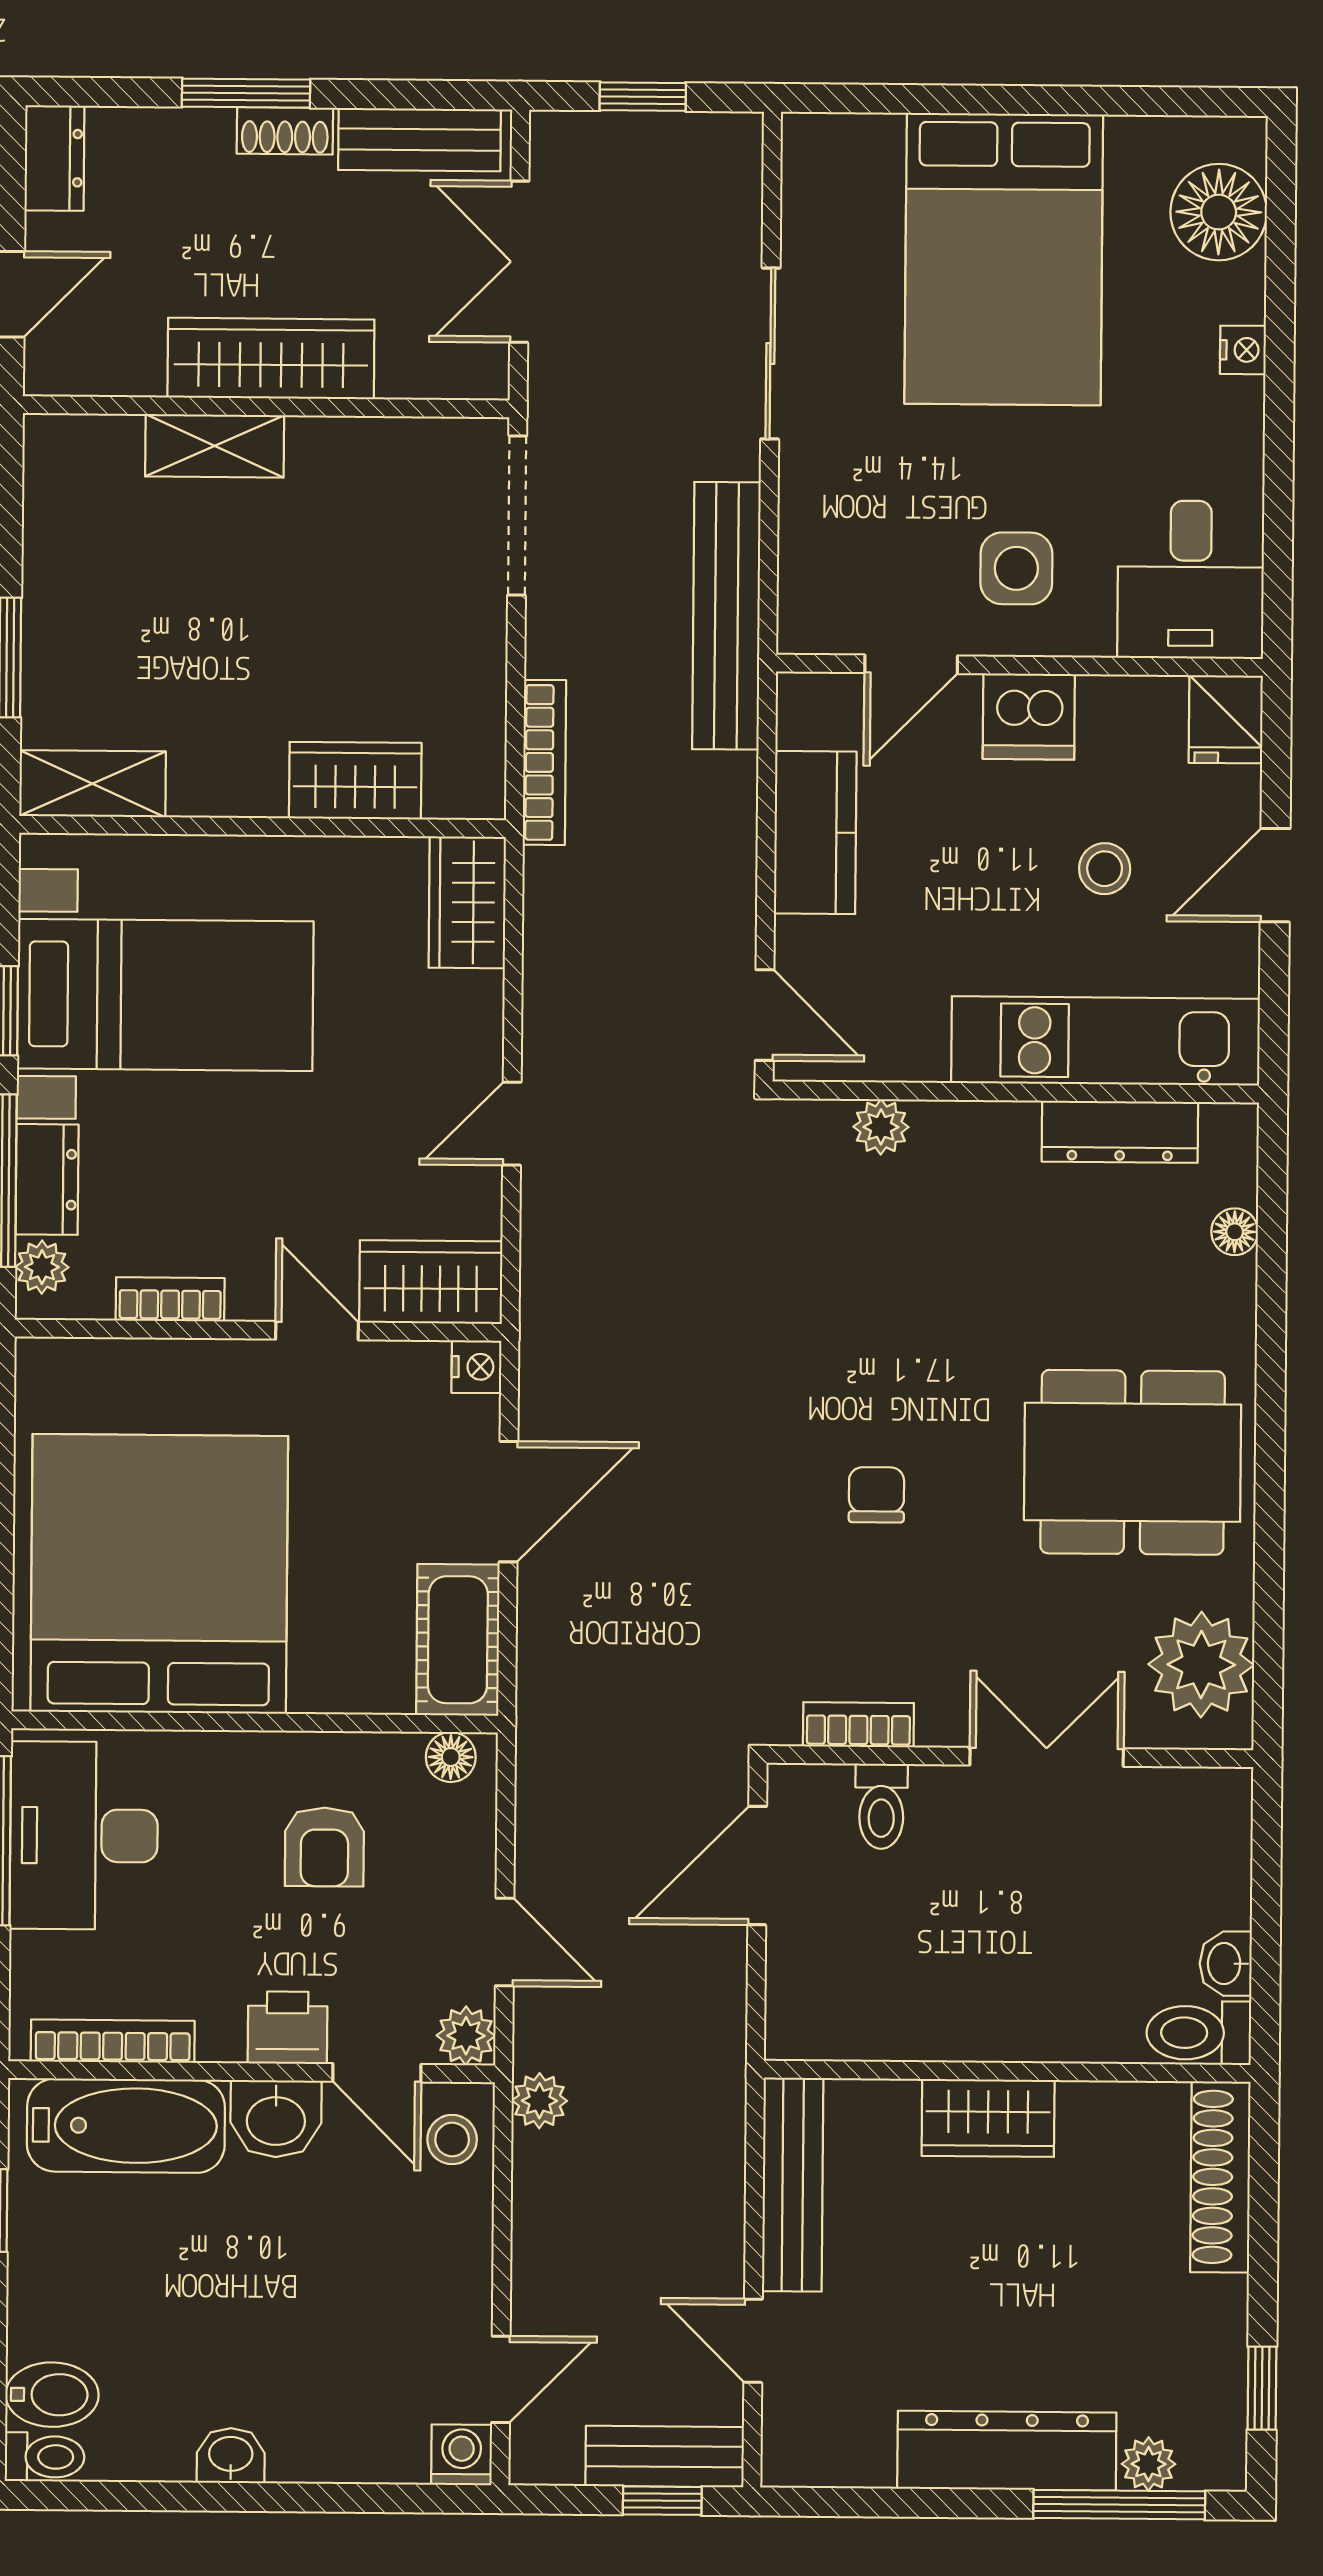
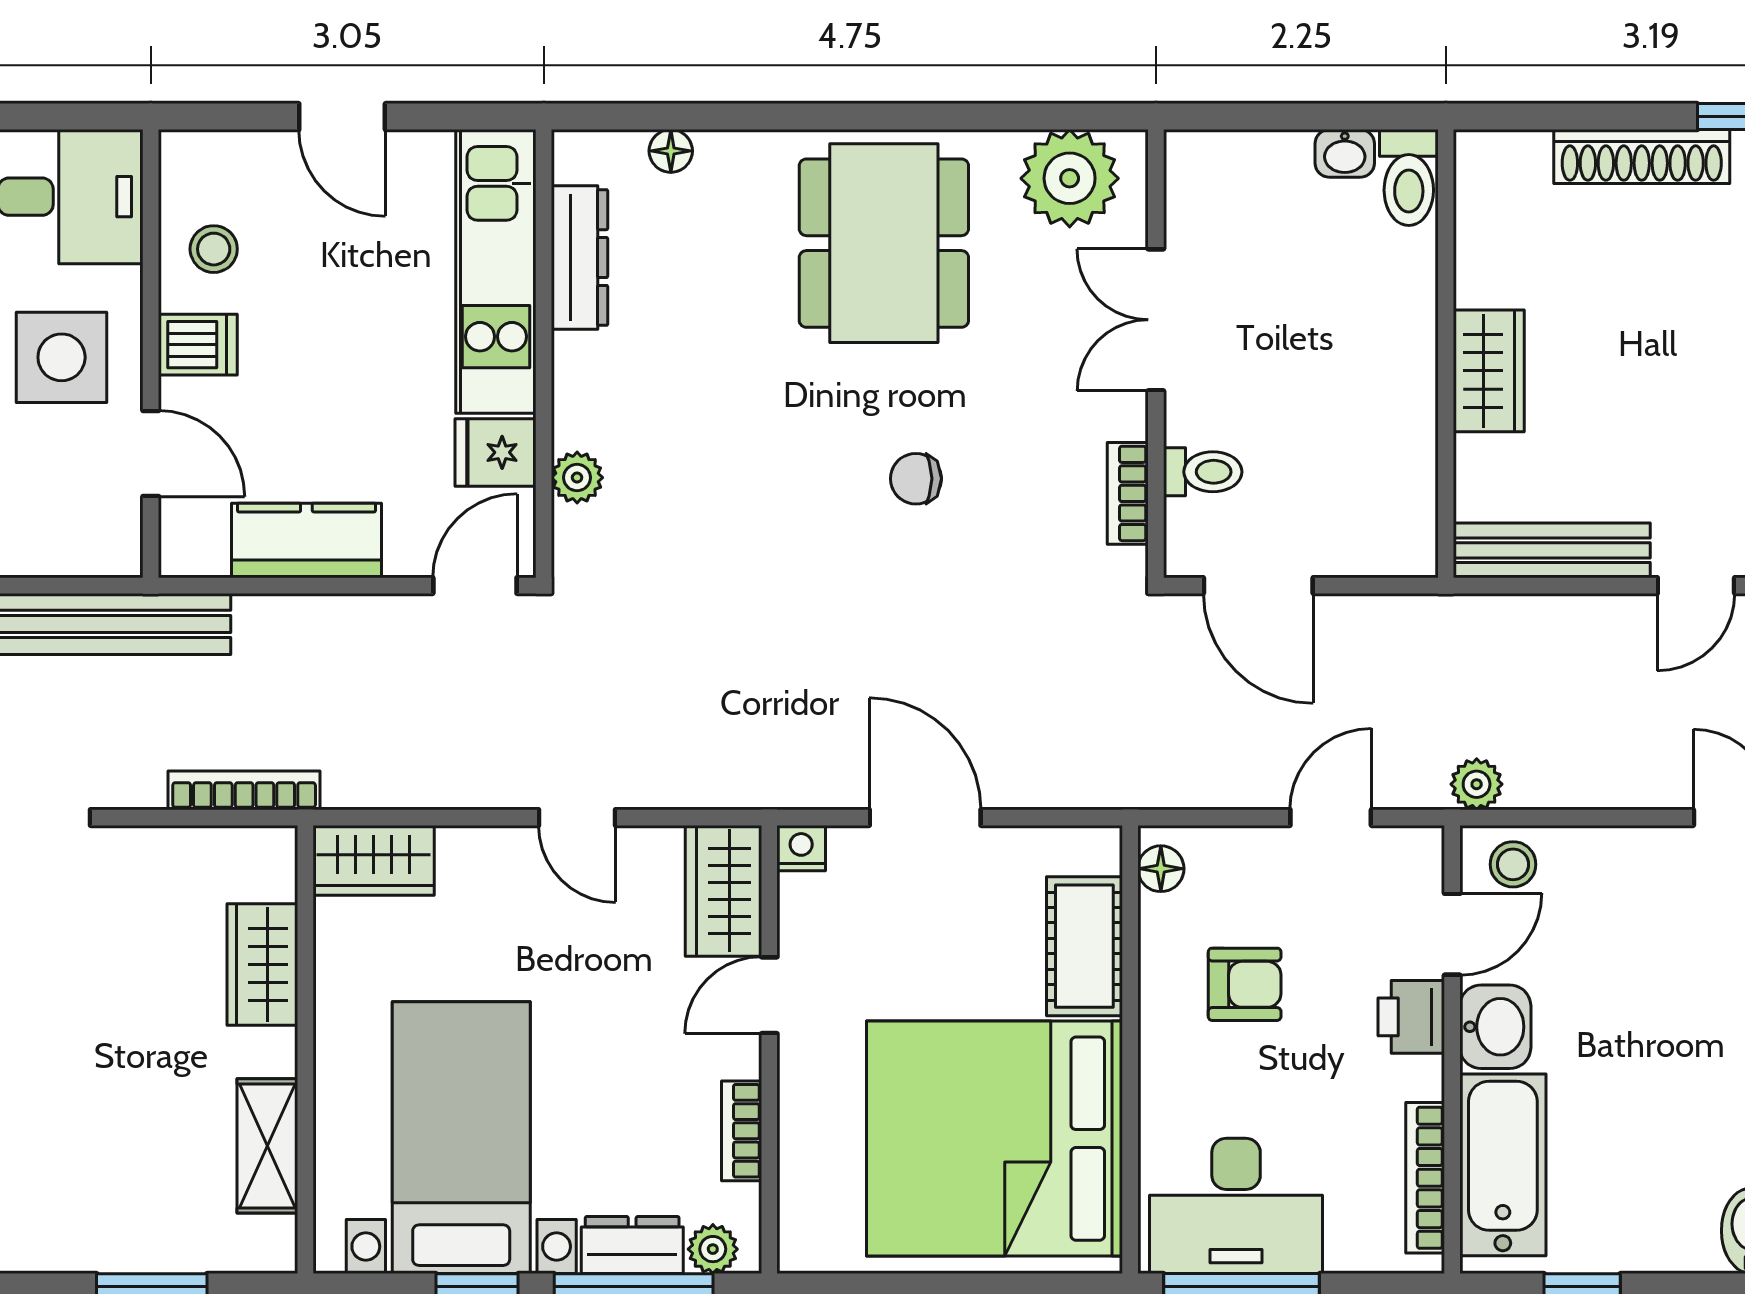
side table: (1016, 568) -> (62, 357), width x1.37, depth x1.37
dishwasher: (1029, 716) -> (198, 345), width x0.73
fridge: (1226, 719) -> (496, 452), moved, turned 180
shelving: (93, 784) -> (267, 1146), moved
stool: (1105, 869) -> (214, 249), moved
cot: (458, 1640) -> (1084, 946), moved, turned 90
plant: (466, 2036) -> (1417, 852), removed
shoe rack: (1220, 2177) -> (1642, 157), moved

